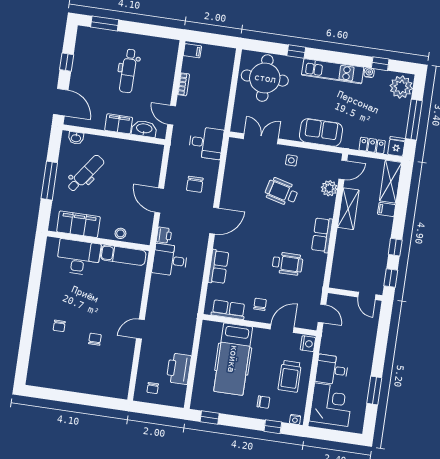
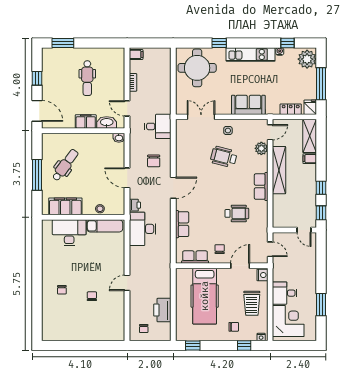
washbasin: (76, 138) -> (119, 138), moved
shelving: (348, 209) -> (279, 170), width x1.47
desk: (170, 260) -> (143, 229), width x1.37

